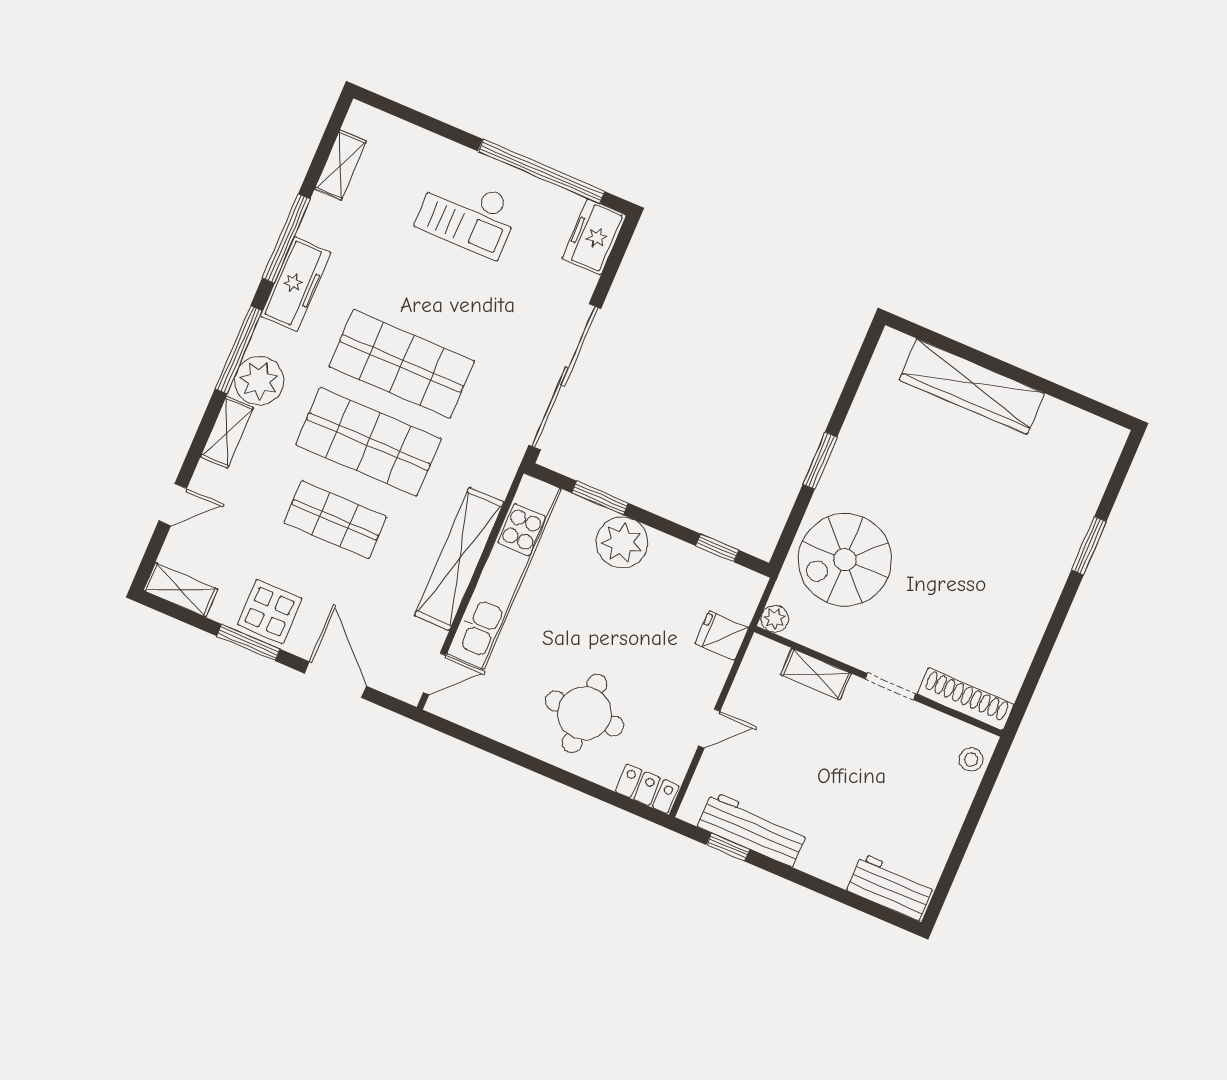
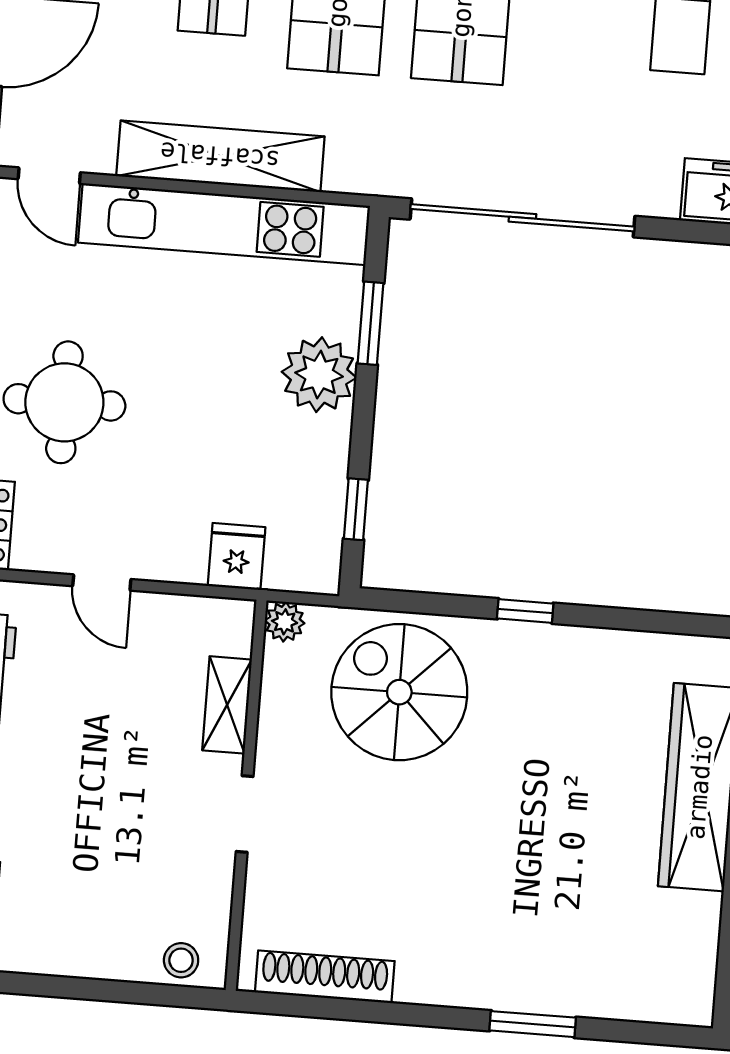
window: (820, 461) -> (525, 611), width x0.67
shoe rack: (965, 699) -> (325, 977), moved, turned -90

